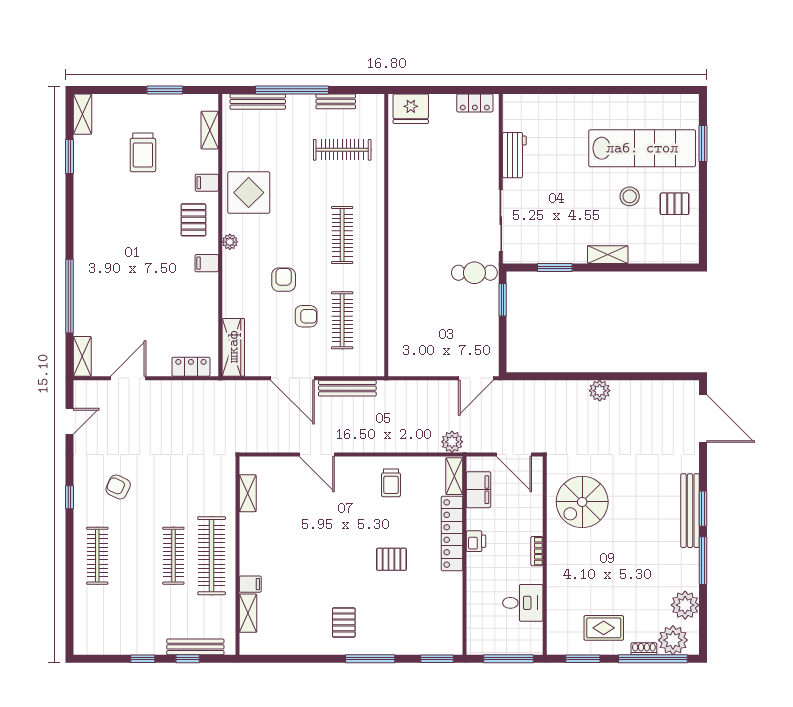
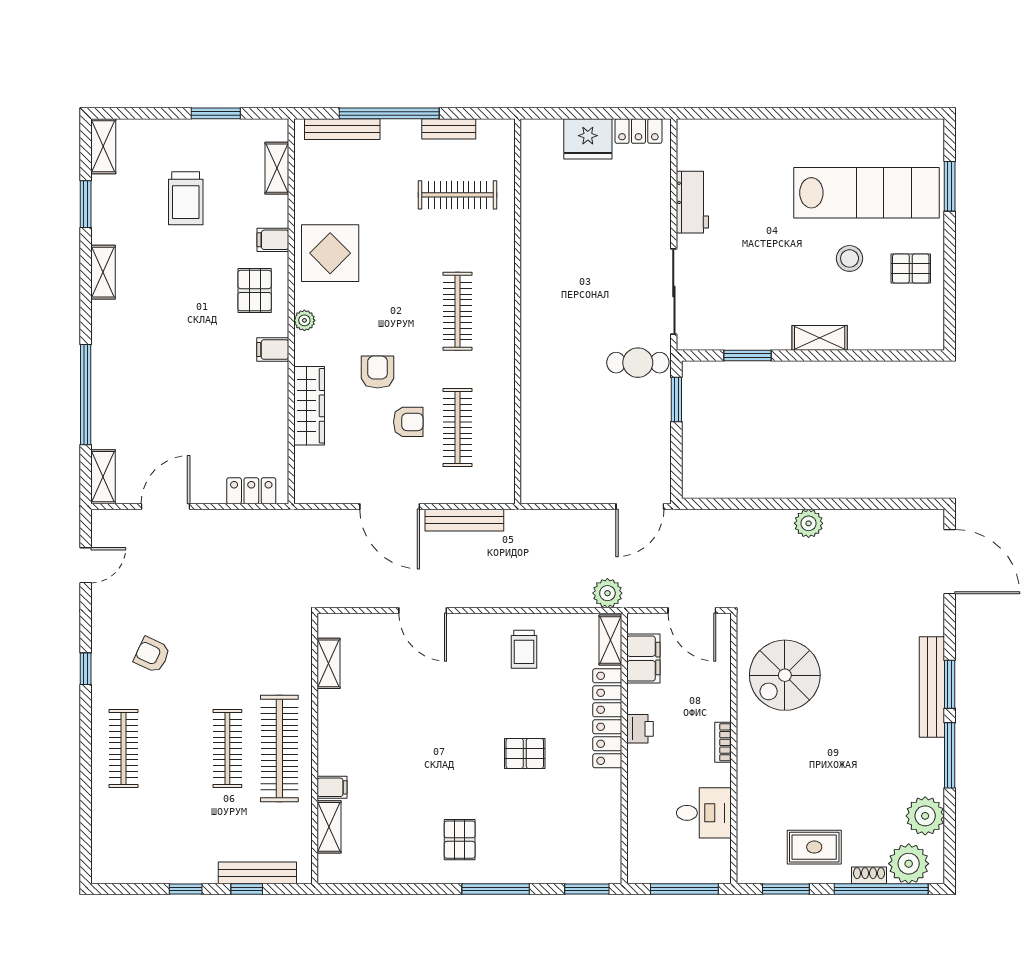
fridge: (411, 109) -> (588, 139), moved
shelving: (82, 206) -> (103, 272), added
wardrobe: (233, 347) -> (309, 406), moved

